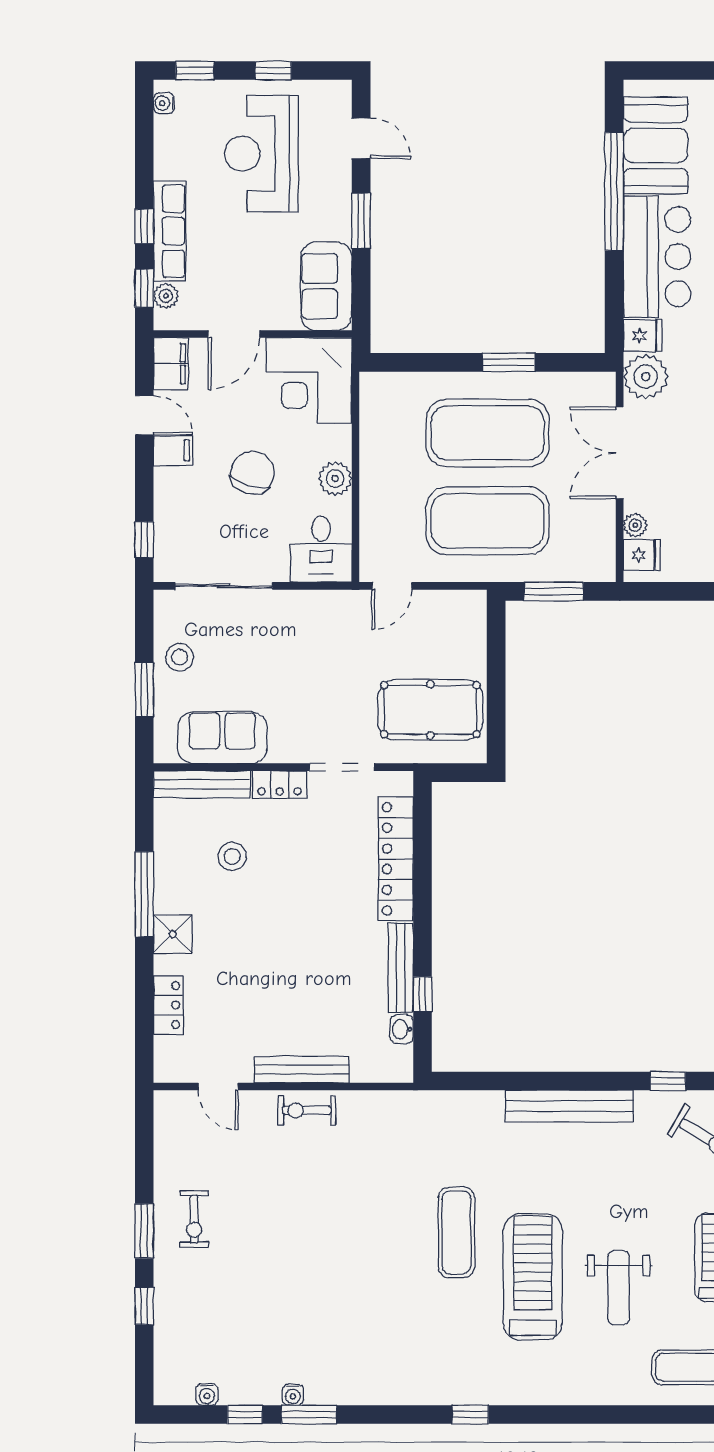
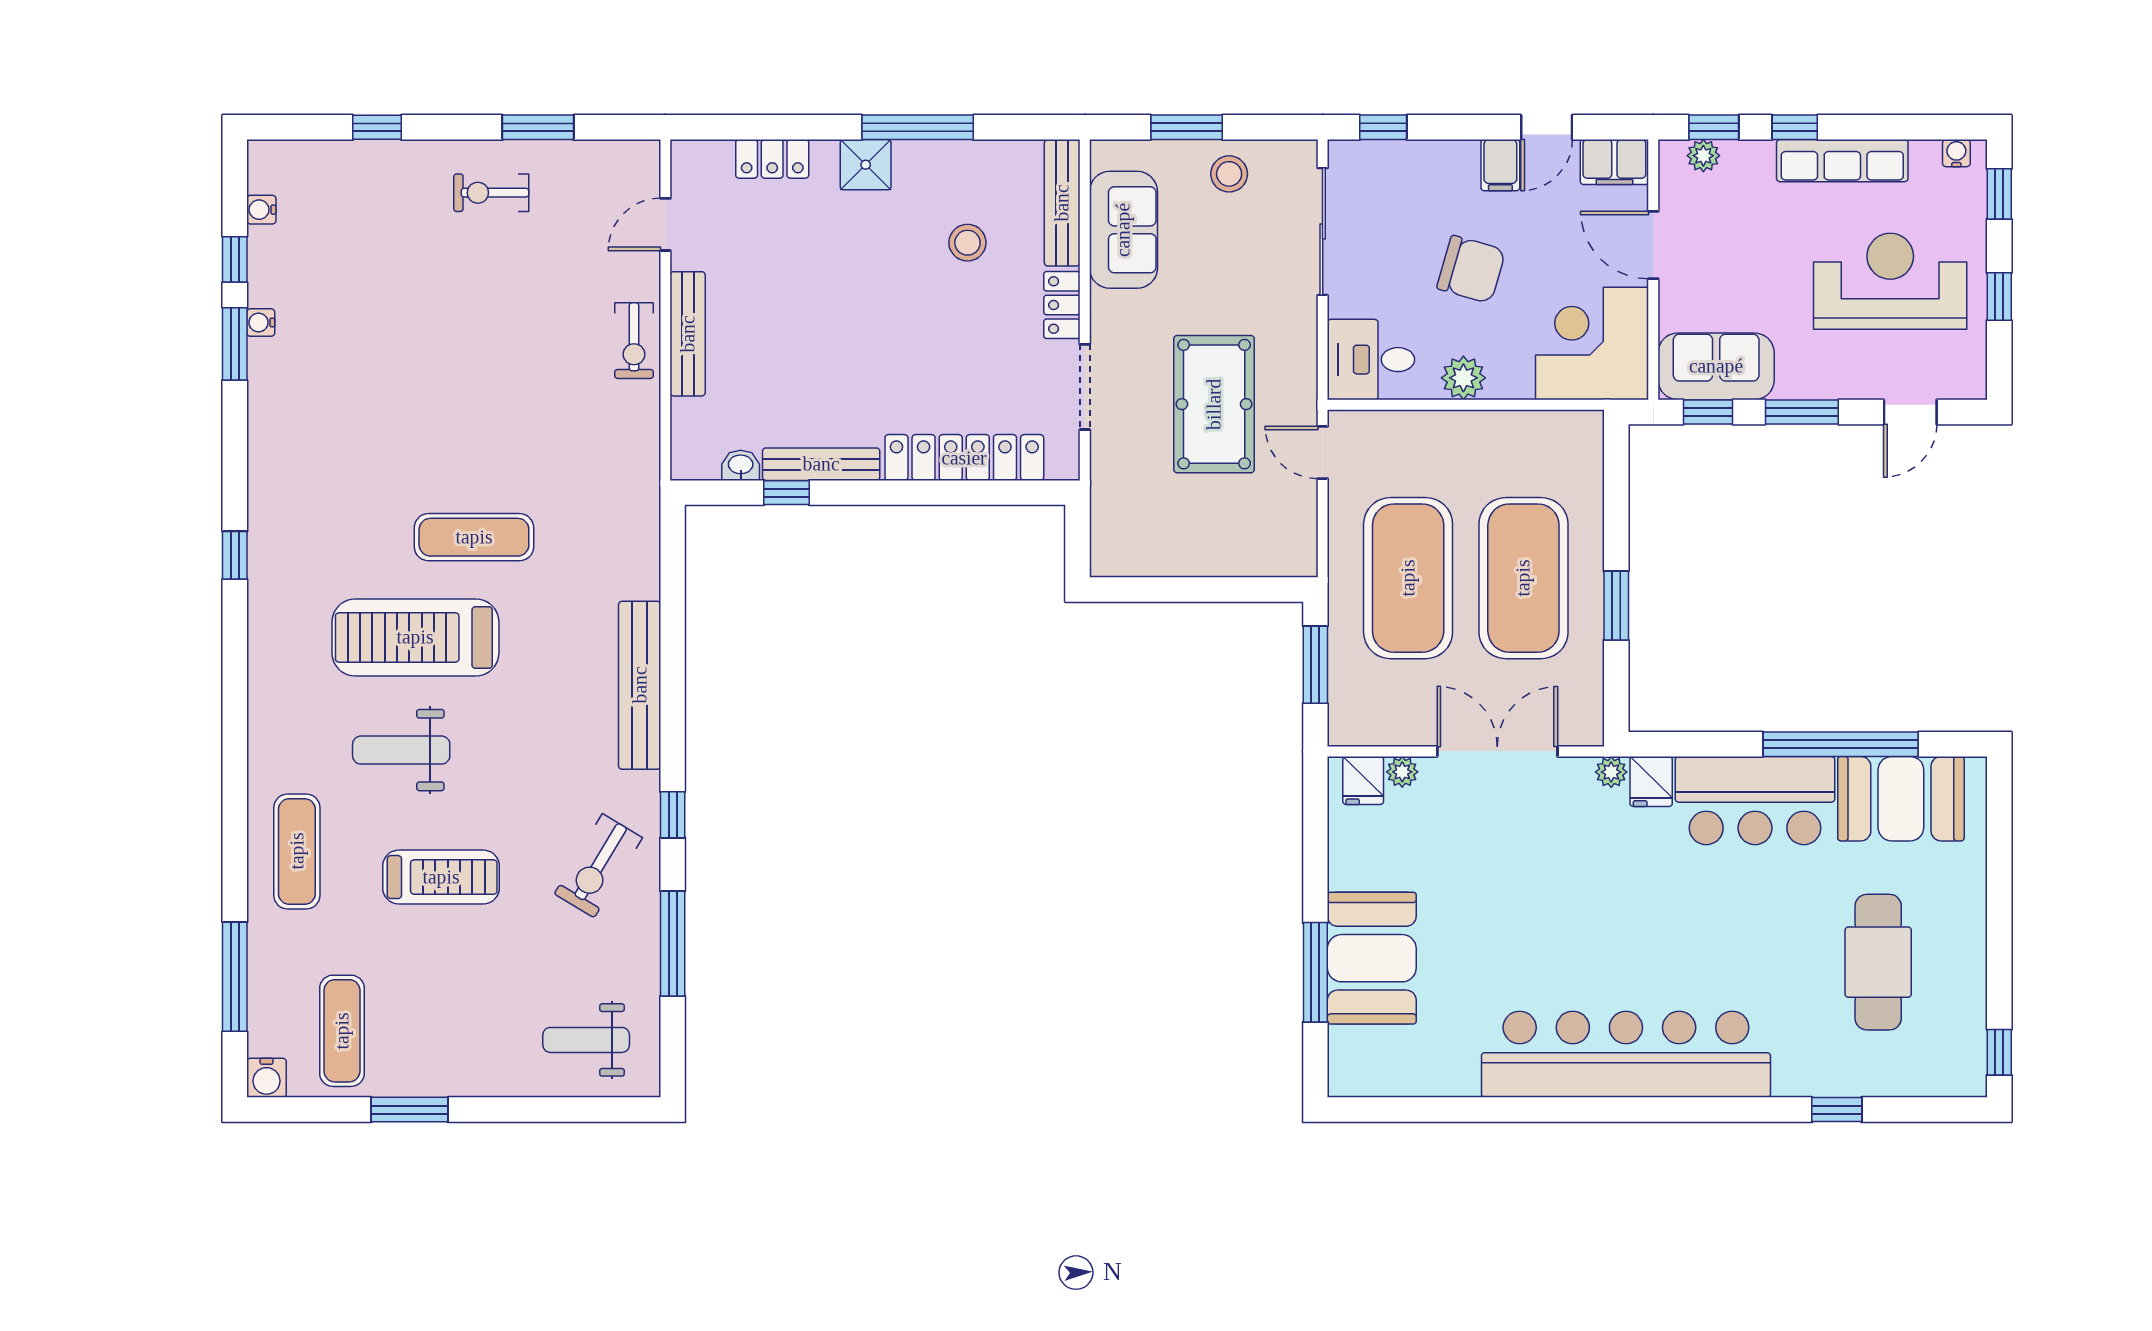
row of seats: (170, 231) -> (1842, 161), moved
window: (361, 292) -> (1708, 412), added
plant: (646, 377) -> (1611, 772), width x0.53, depth x0.53
pool table: (430, 710) -> (1214, 404), moved
exercise bike: (307, 1110) -> (634, 341), turned 180
window: (144, 1231) -> (538, 127), moved
treadmill: (533, 1277) -> (415, 637), turned 180

